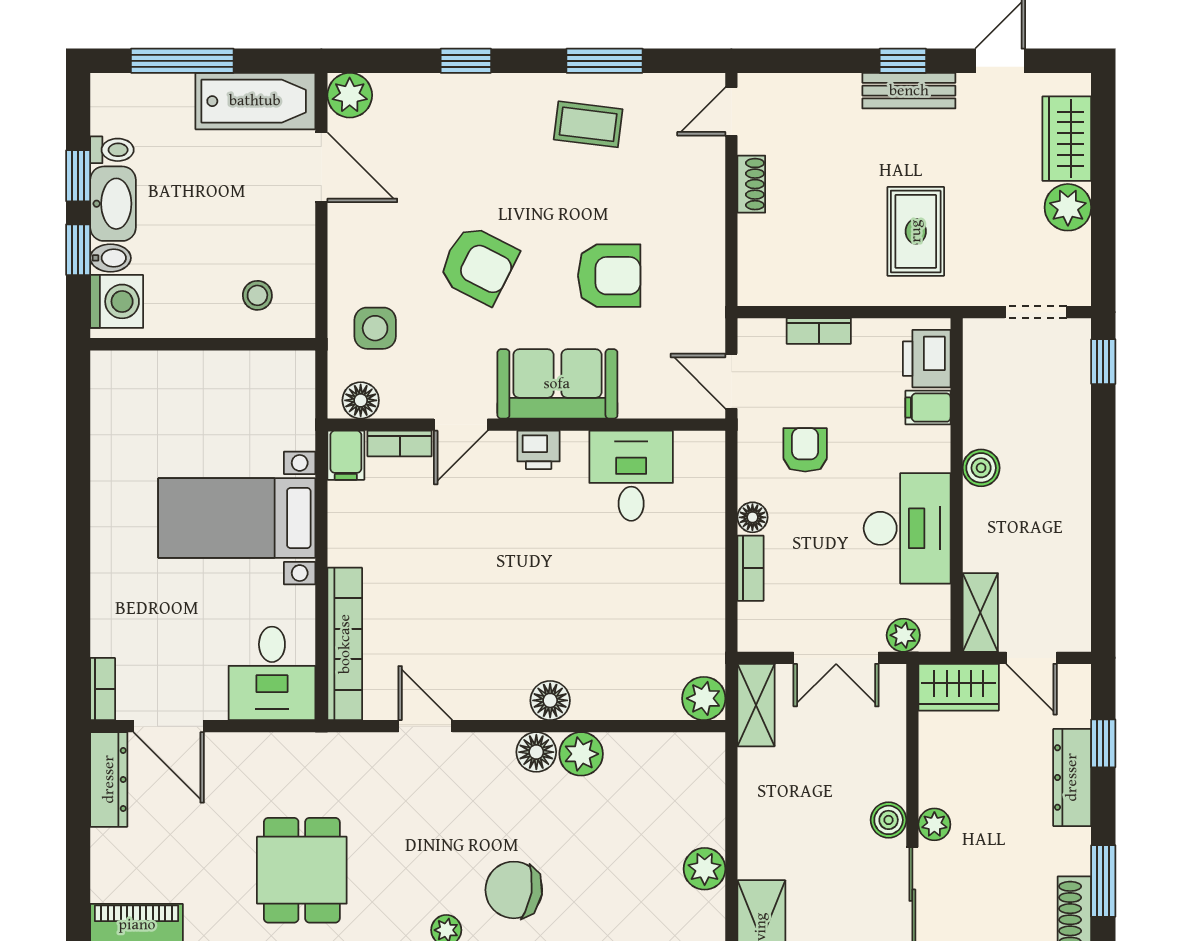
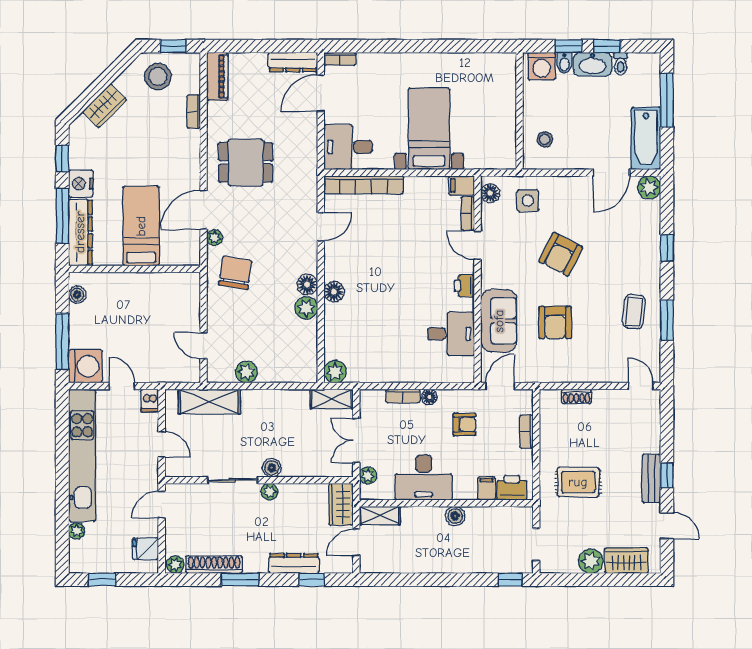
shoe rack: (751, 184) -> (576, 396), moved
sofa: (557, 384) -> (499, 321), moved

